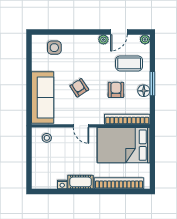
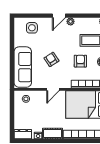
door: (119, 32) -> (59, 16), moved
door: (81, 126) -> (53, 89), hinge flipped
dresser: (43, 183) -> (23, 134), added

